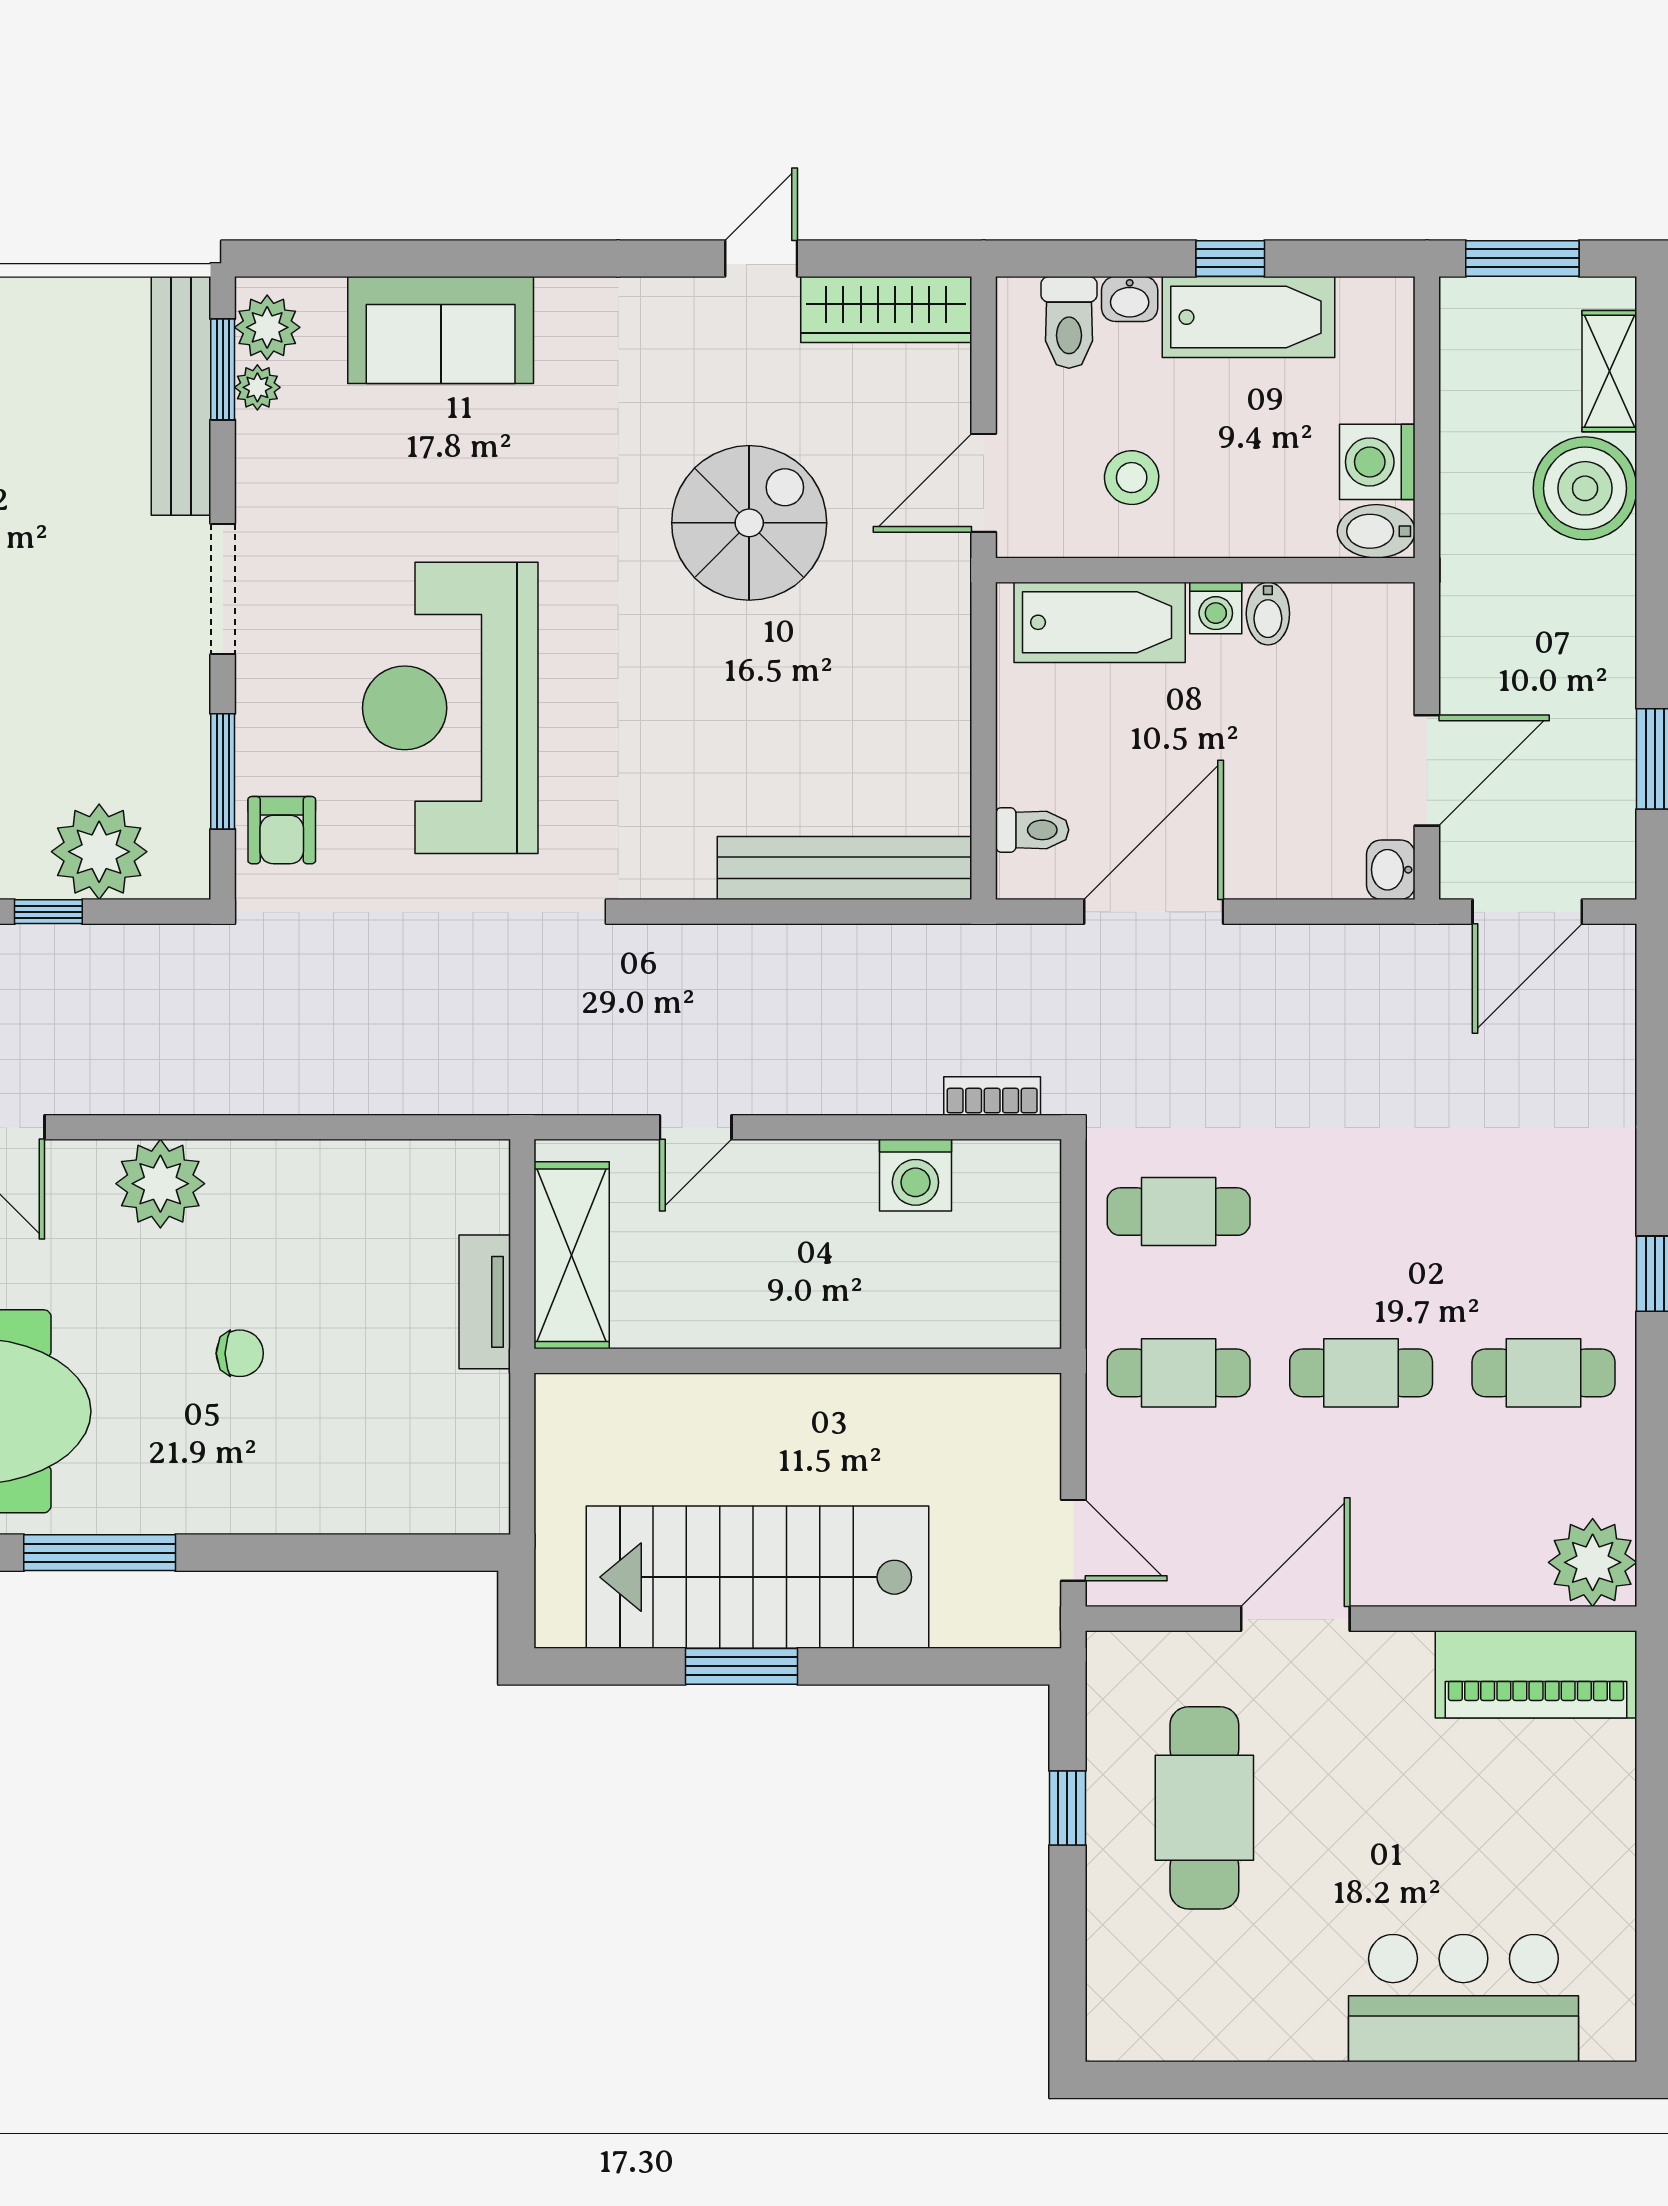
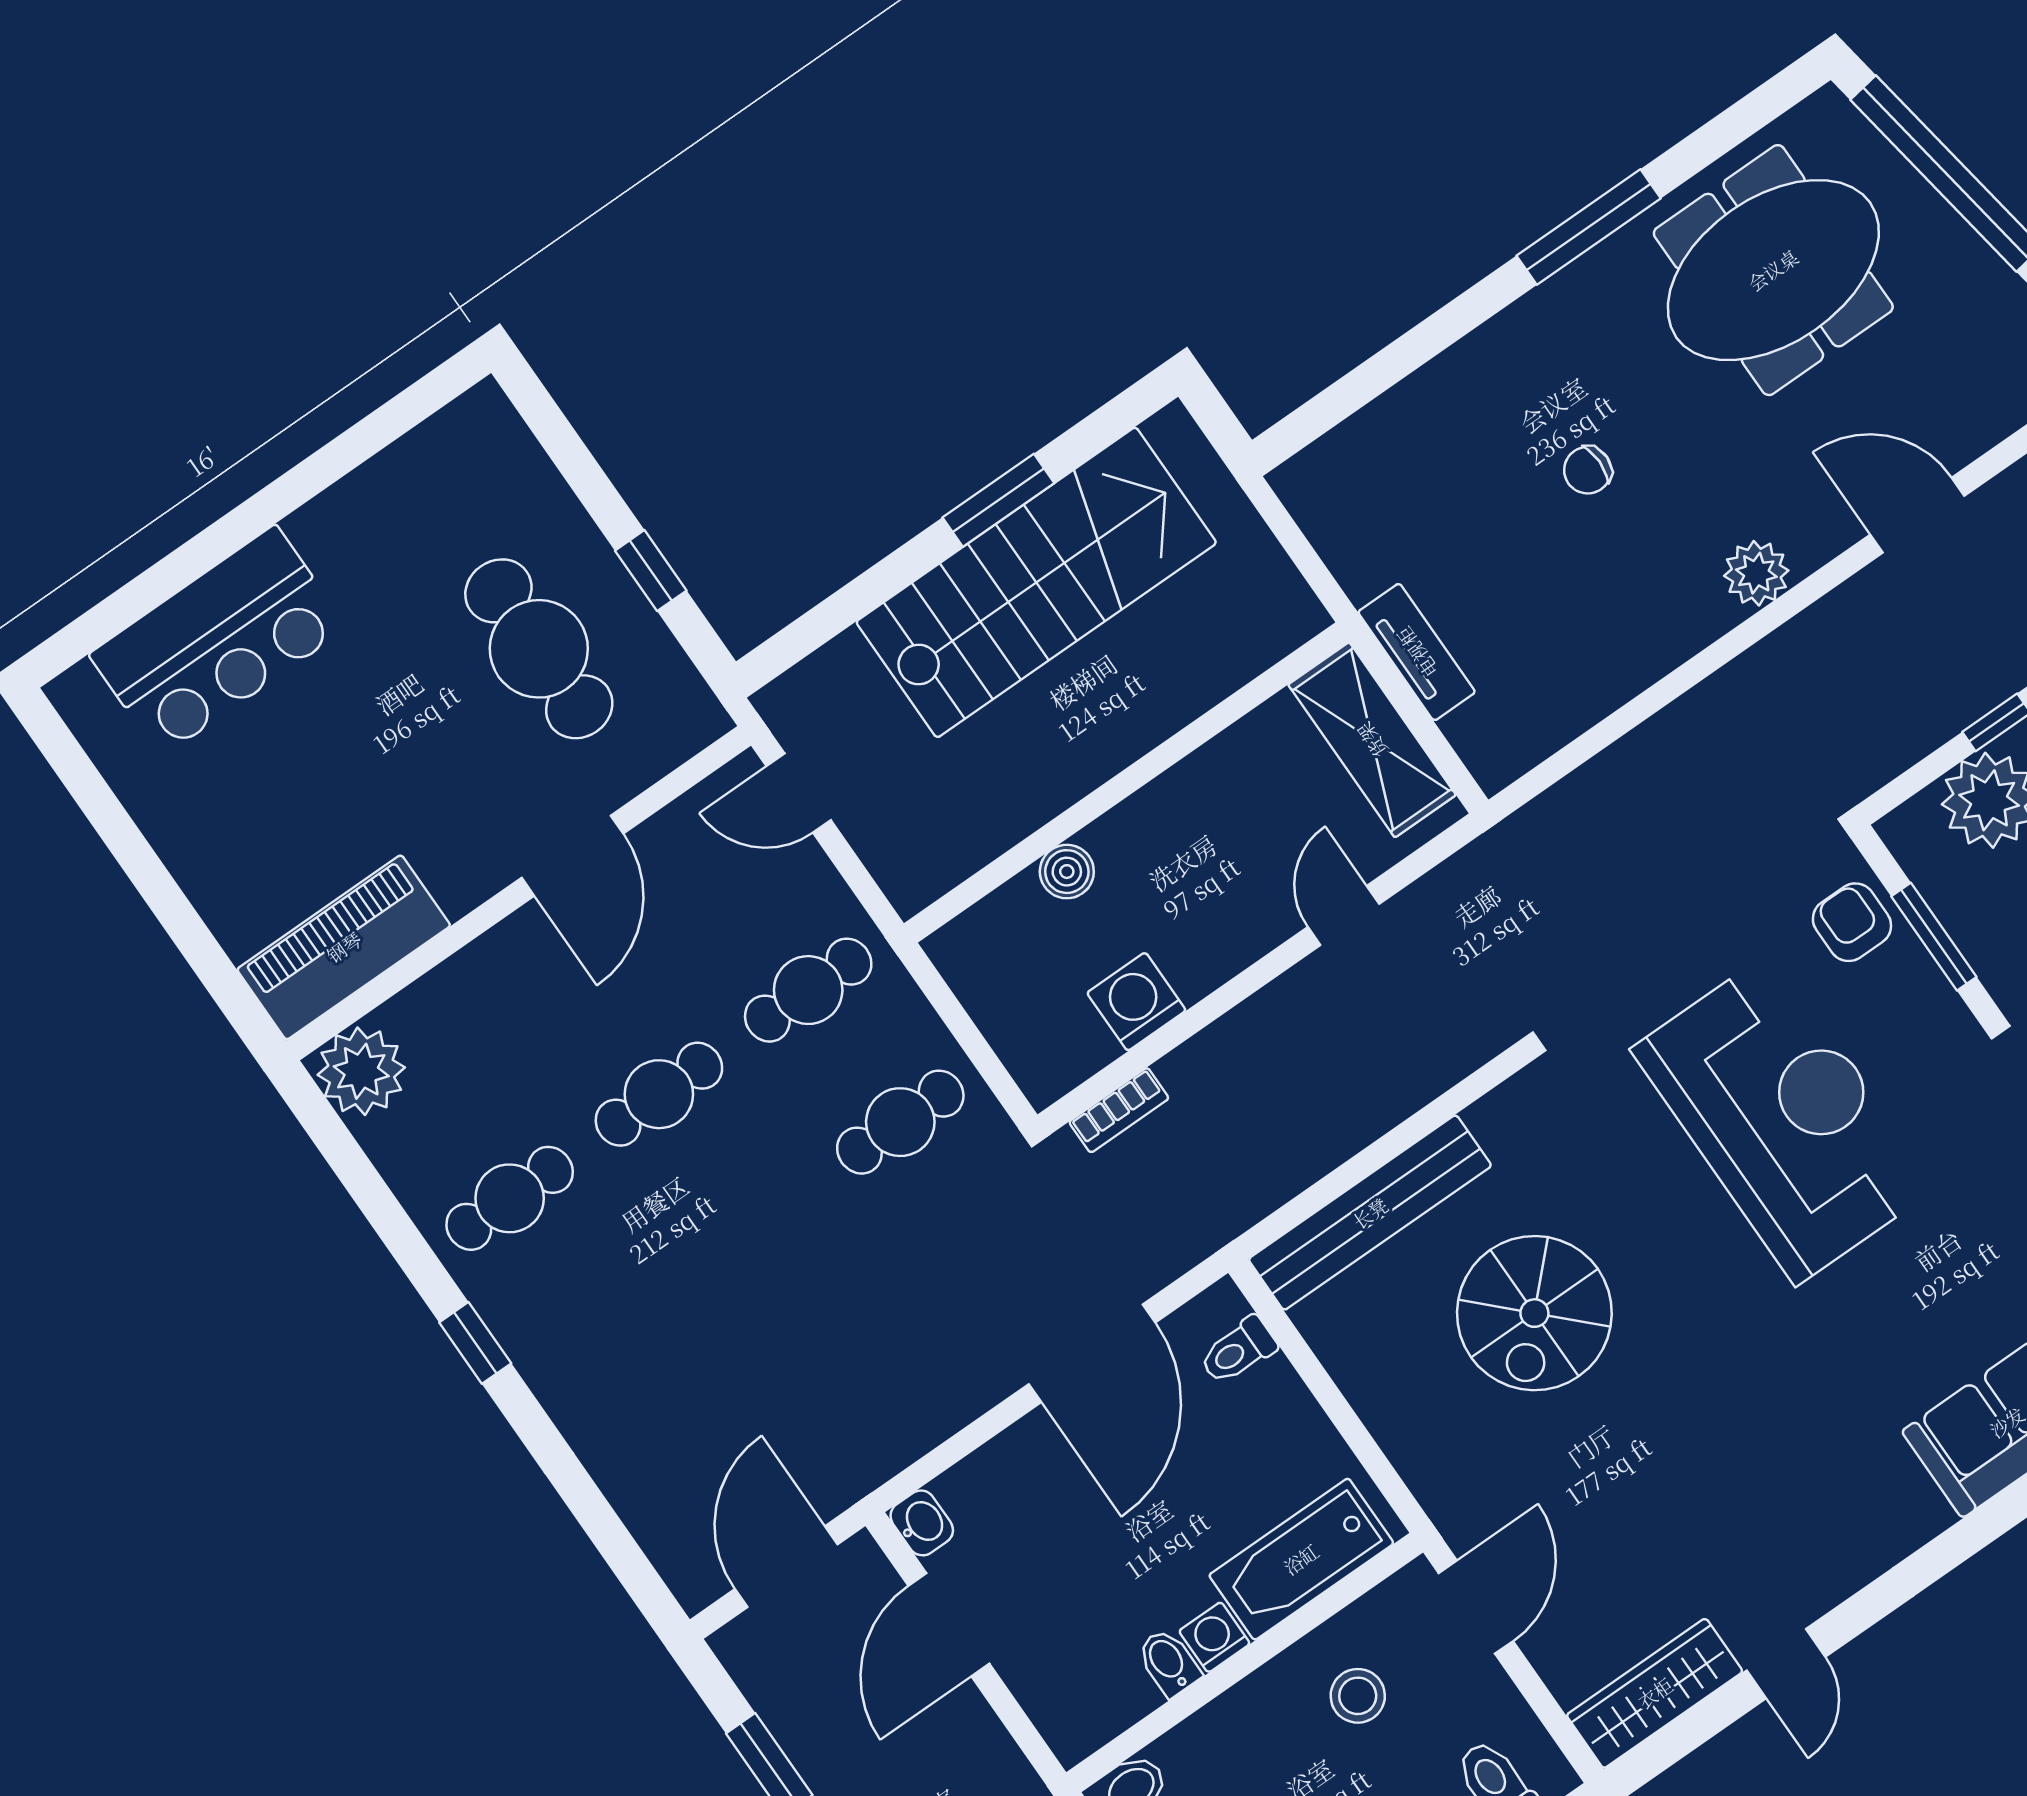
spiral stairs: (749, 523) -> (1534, 1313), moved
plant: (160, 1184) -> (1756, 573), width x0.73, depth x0.73
boiler: (898, 1322) -> (1067, 872), added

